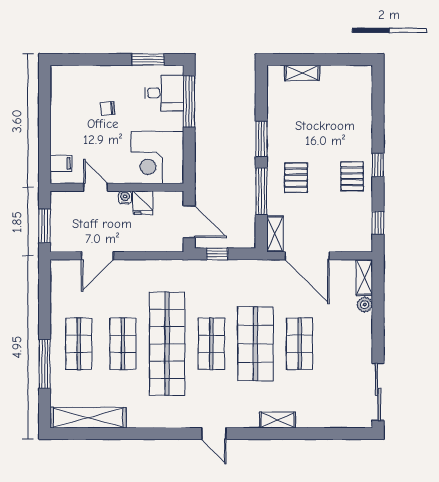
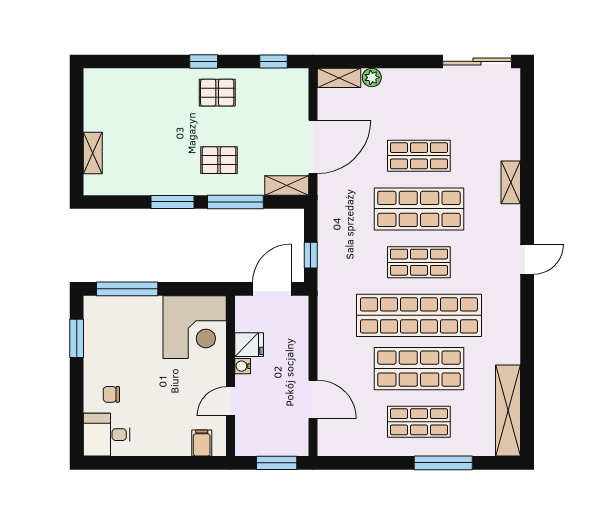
desk: (164, 93) -> (107, 435), moved, turned -90
chair: (108, 109) -> (111, 394), moved, turned 95
shop shelf: (123, 344) -> (419, 369), width x1.43, depth x1.36

